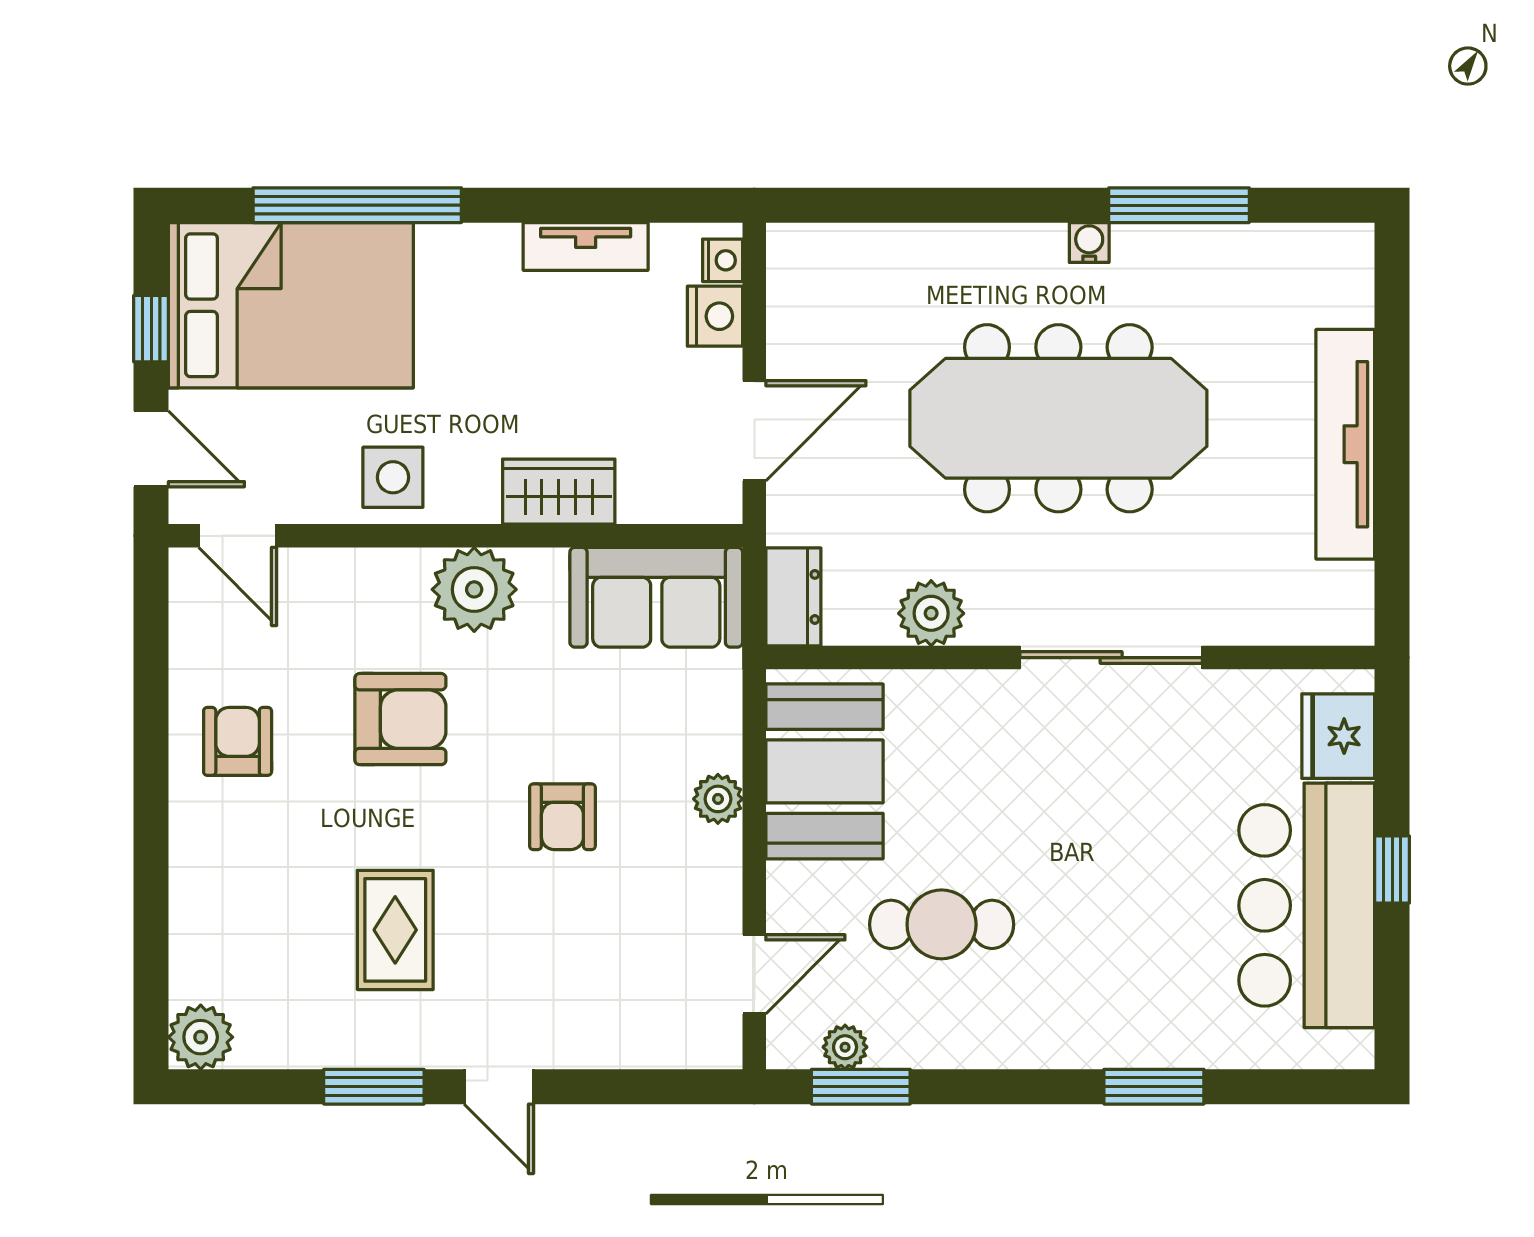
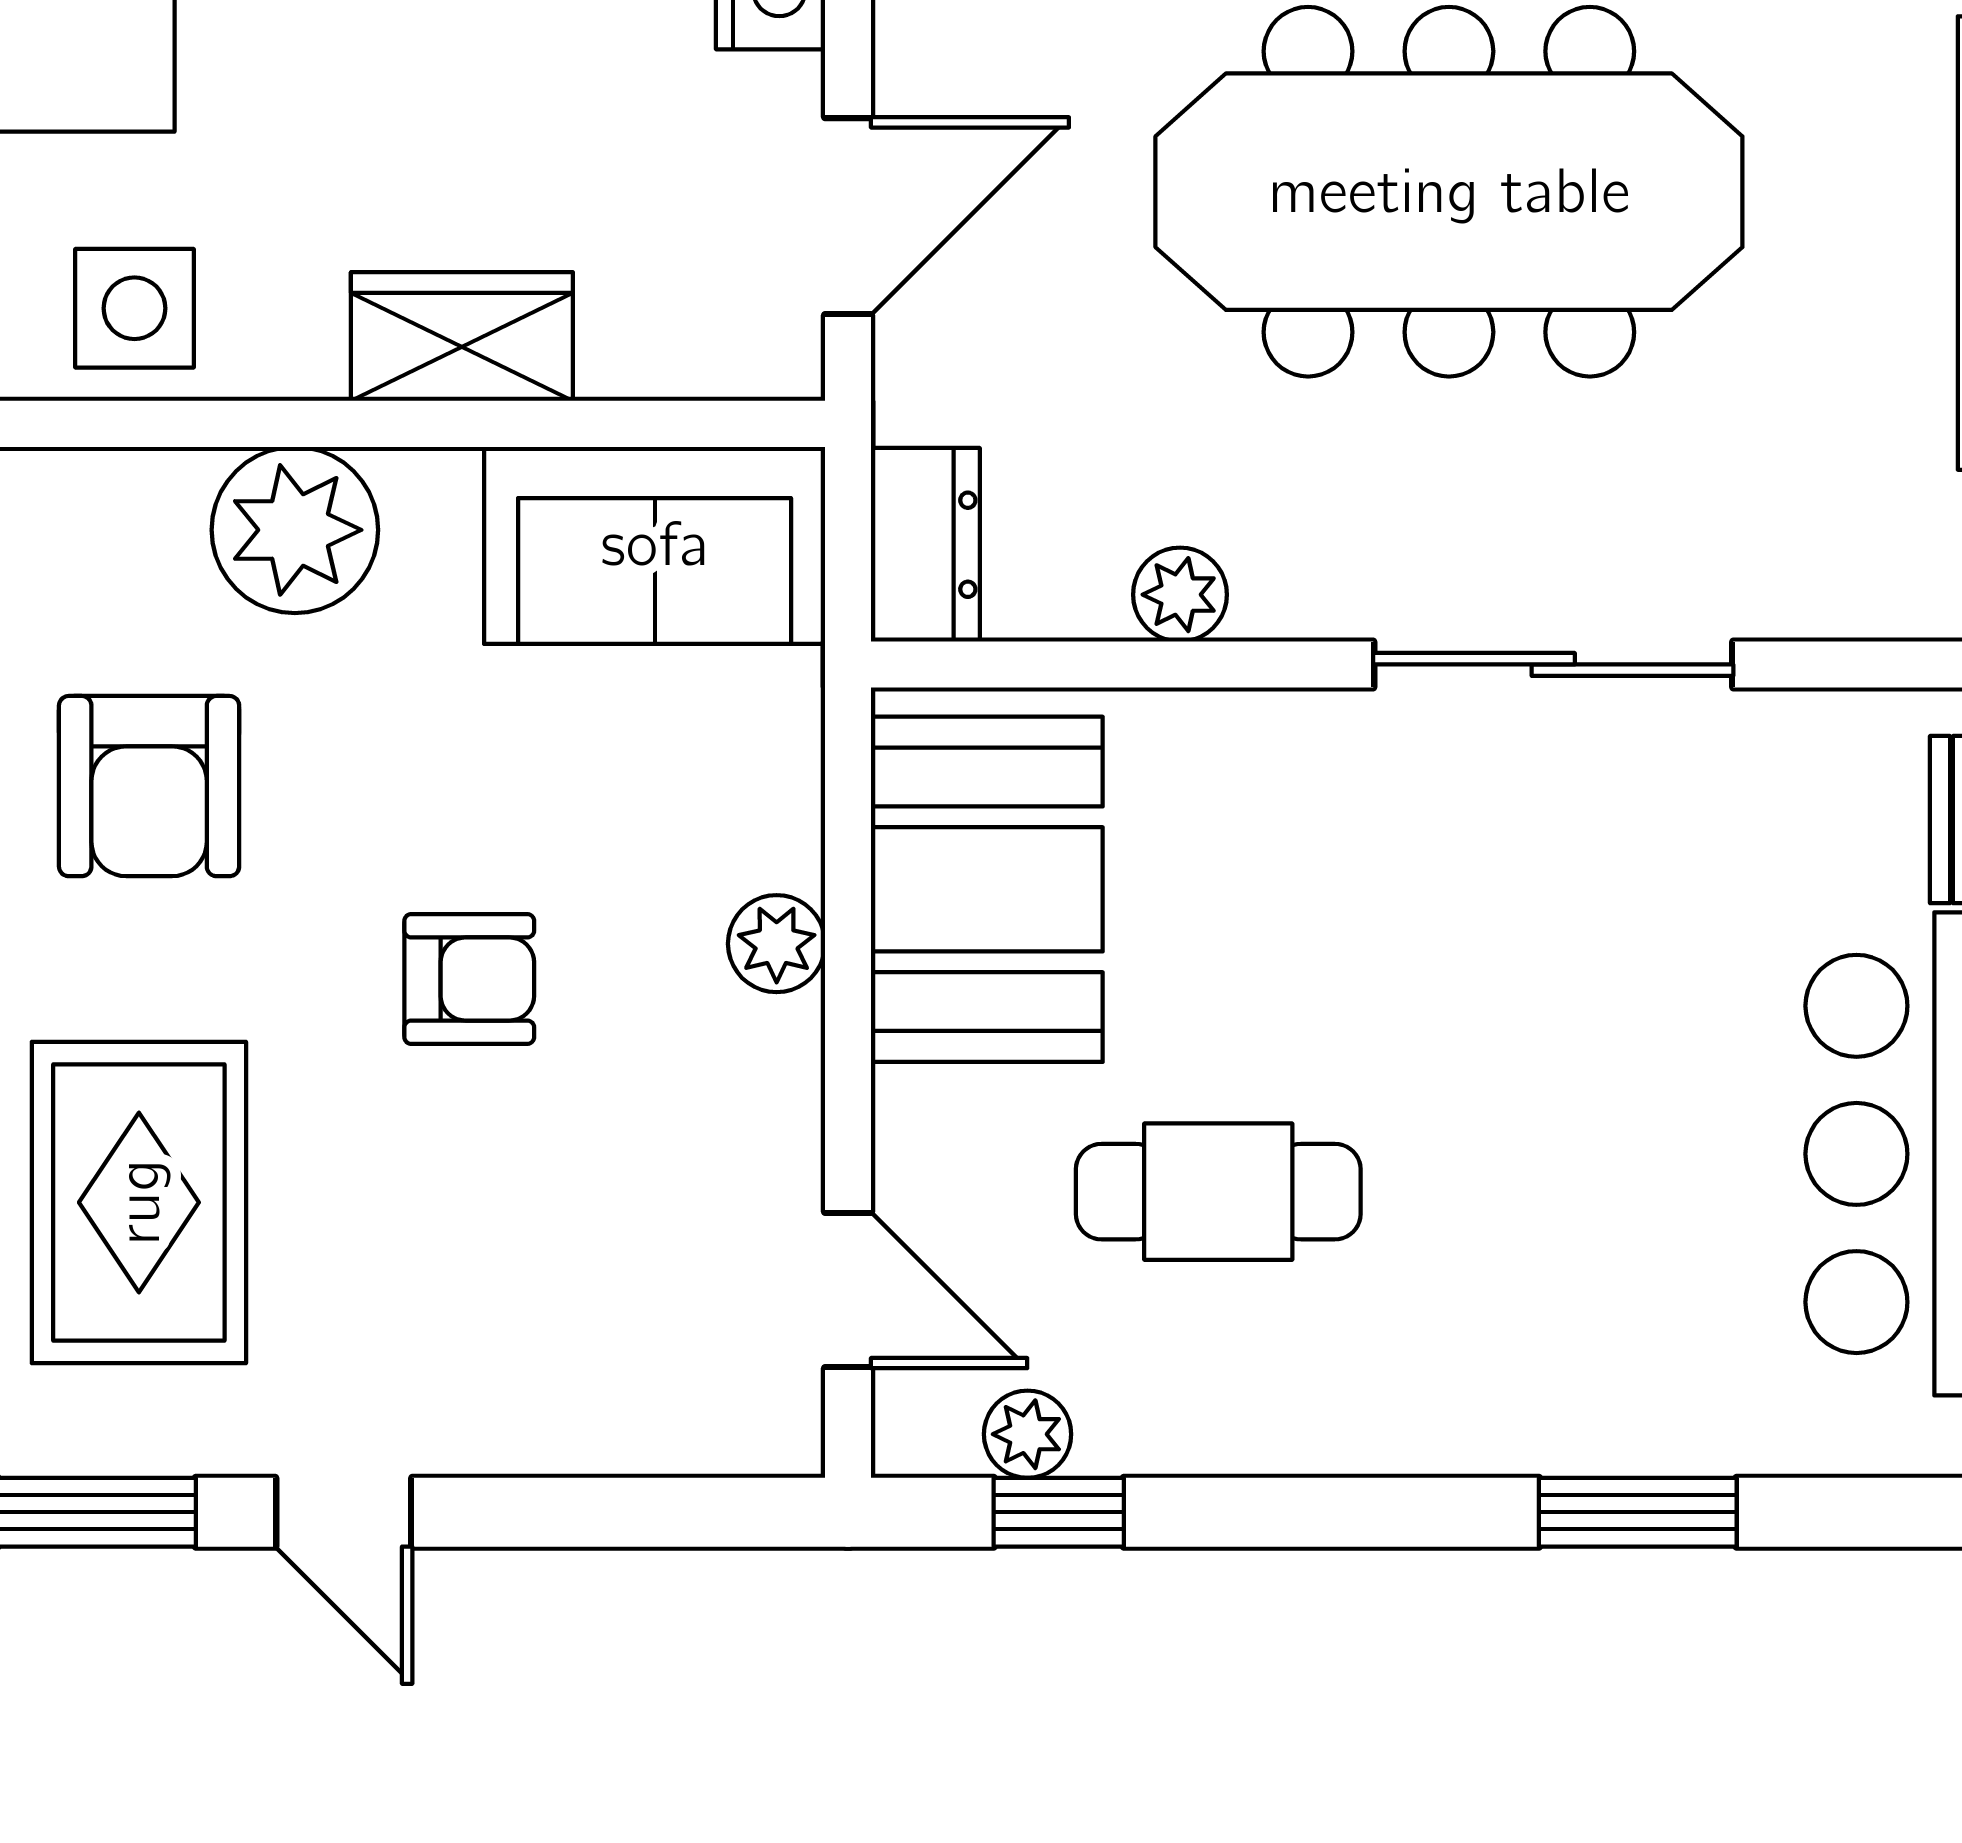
plant: (931, 613) -> (1180, 595), width x0.73, depth x0.73
armchair: (400, 719) -> (149, 786), turned 90
armchair: (562, 817) -> (469, 979), turned -90
rug: (395, 930) -> (139, 1202), width x1.36, depth x1.43
door: (754, 974) -> (848, 1290), hinge flipped
window: (861, 1087) -> (1059, 1512), width x0.67

